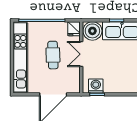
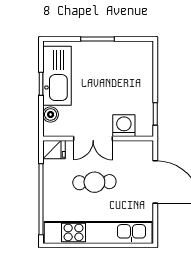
boiler: (92, 31) -> (51, 114), width x0.54, depth x0.54
washing machine: (96, 86) -> (124, 126), moved, turned 90

